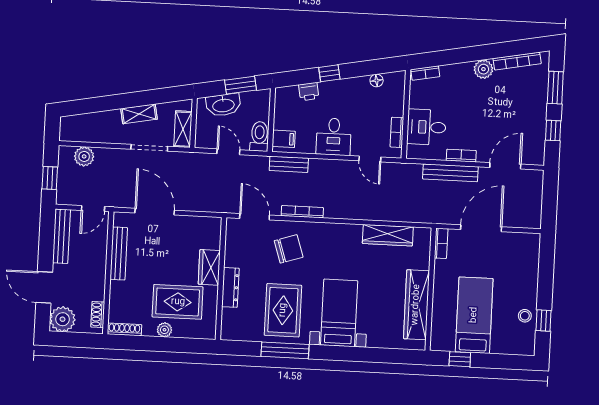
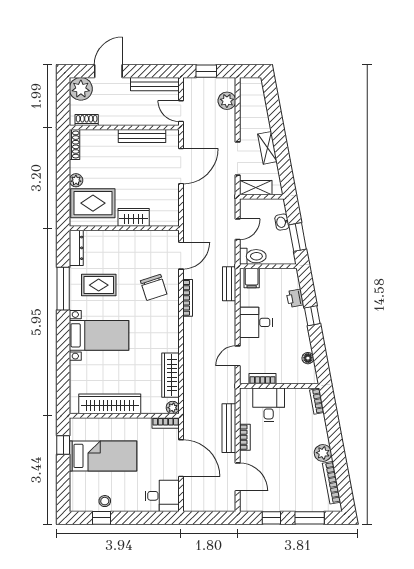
washbasin: (223, 105) -> (282, 222), width x0.52, depth x0.69
plant: (424, 235) -> (173, 408), added
desk: (522, 251) -> (162, 496), added
dresser: (230, 287) -> (76, 248), moved, turned -90
rug: (178, 302) -> (93, 203), moved, turned 90
rug: (283, 310) -> (99, 285), width x0.73, depth x0.70

